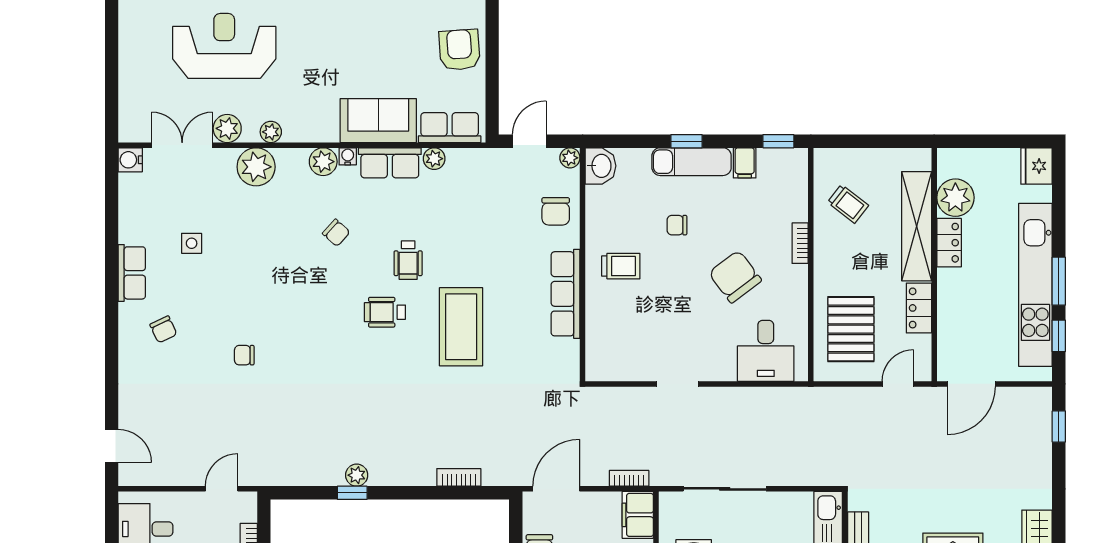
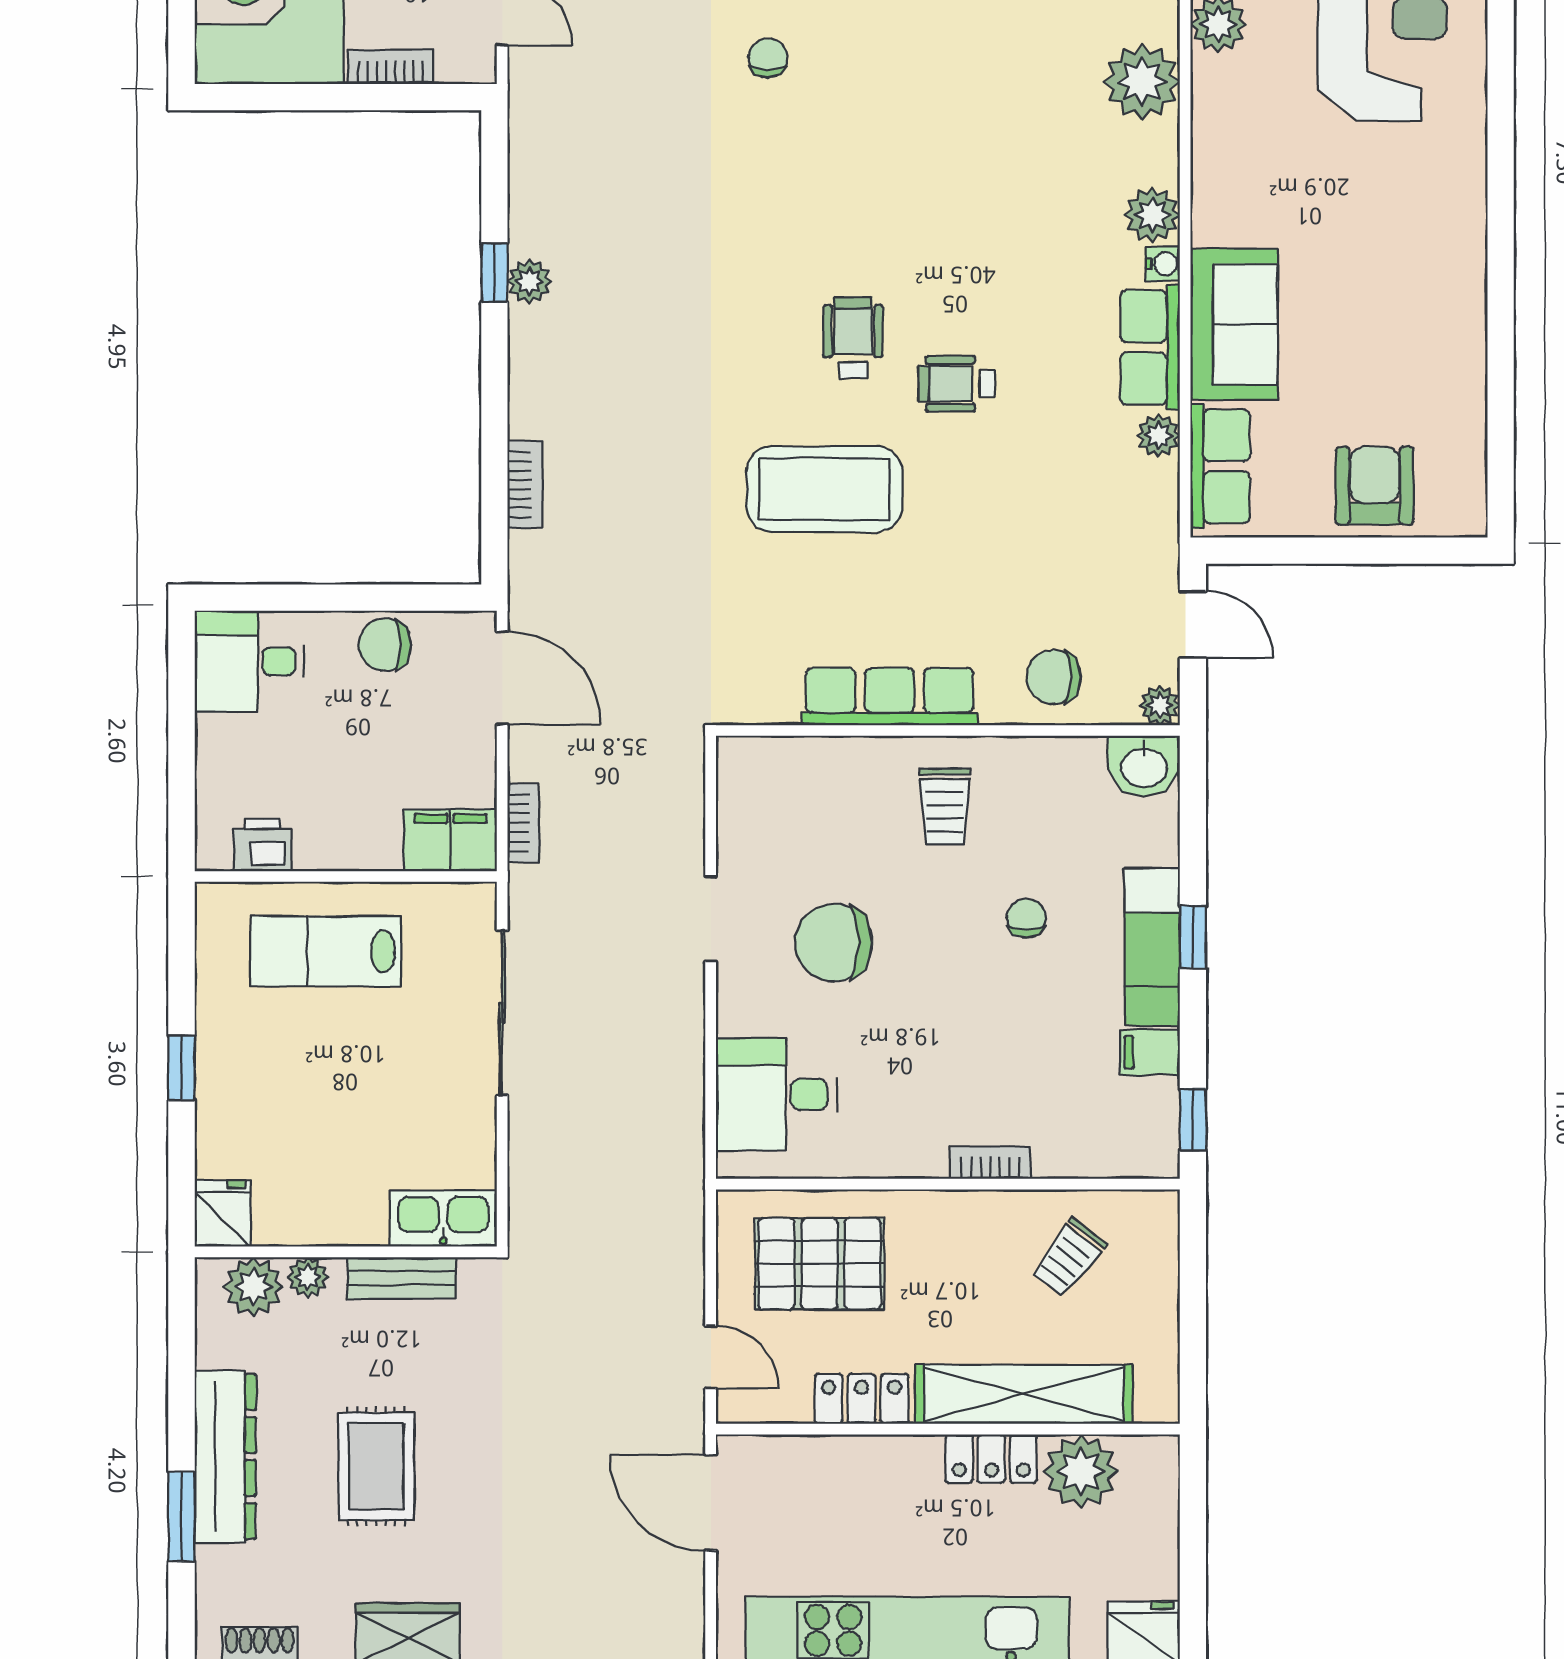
armchair: (459, 50) -> (1375, 486), turned -86
plant: (271, 132) -> (1211, 111), removed
chair: (336, 233) -> (1011, 241), removed
chair: (735, 277) -> (834, 943), moved, turned -143

